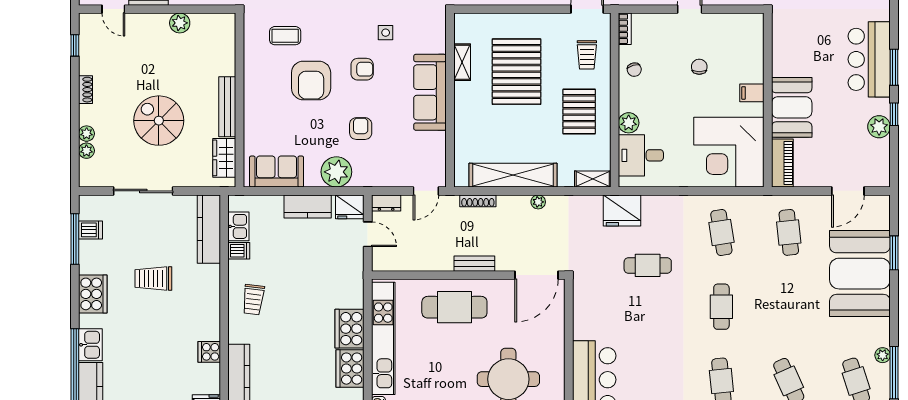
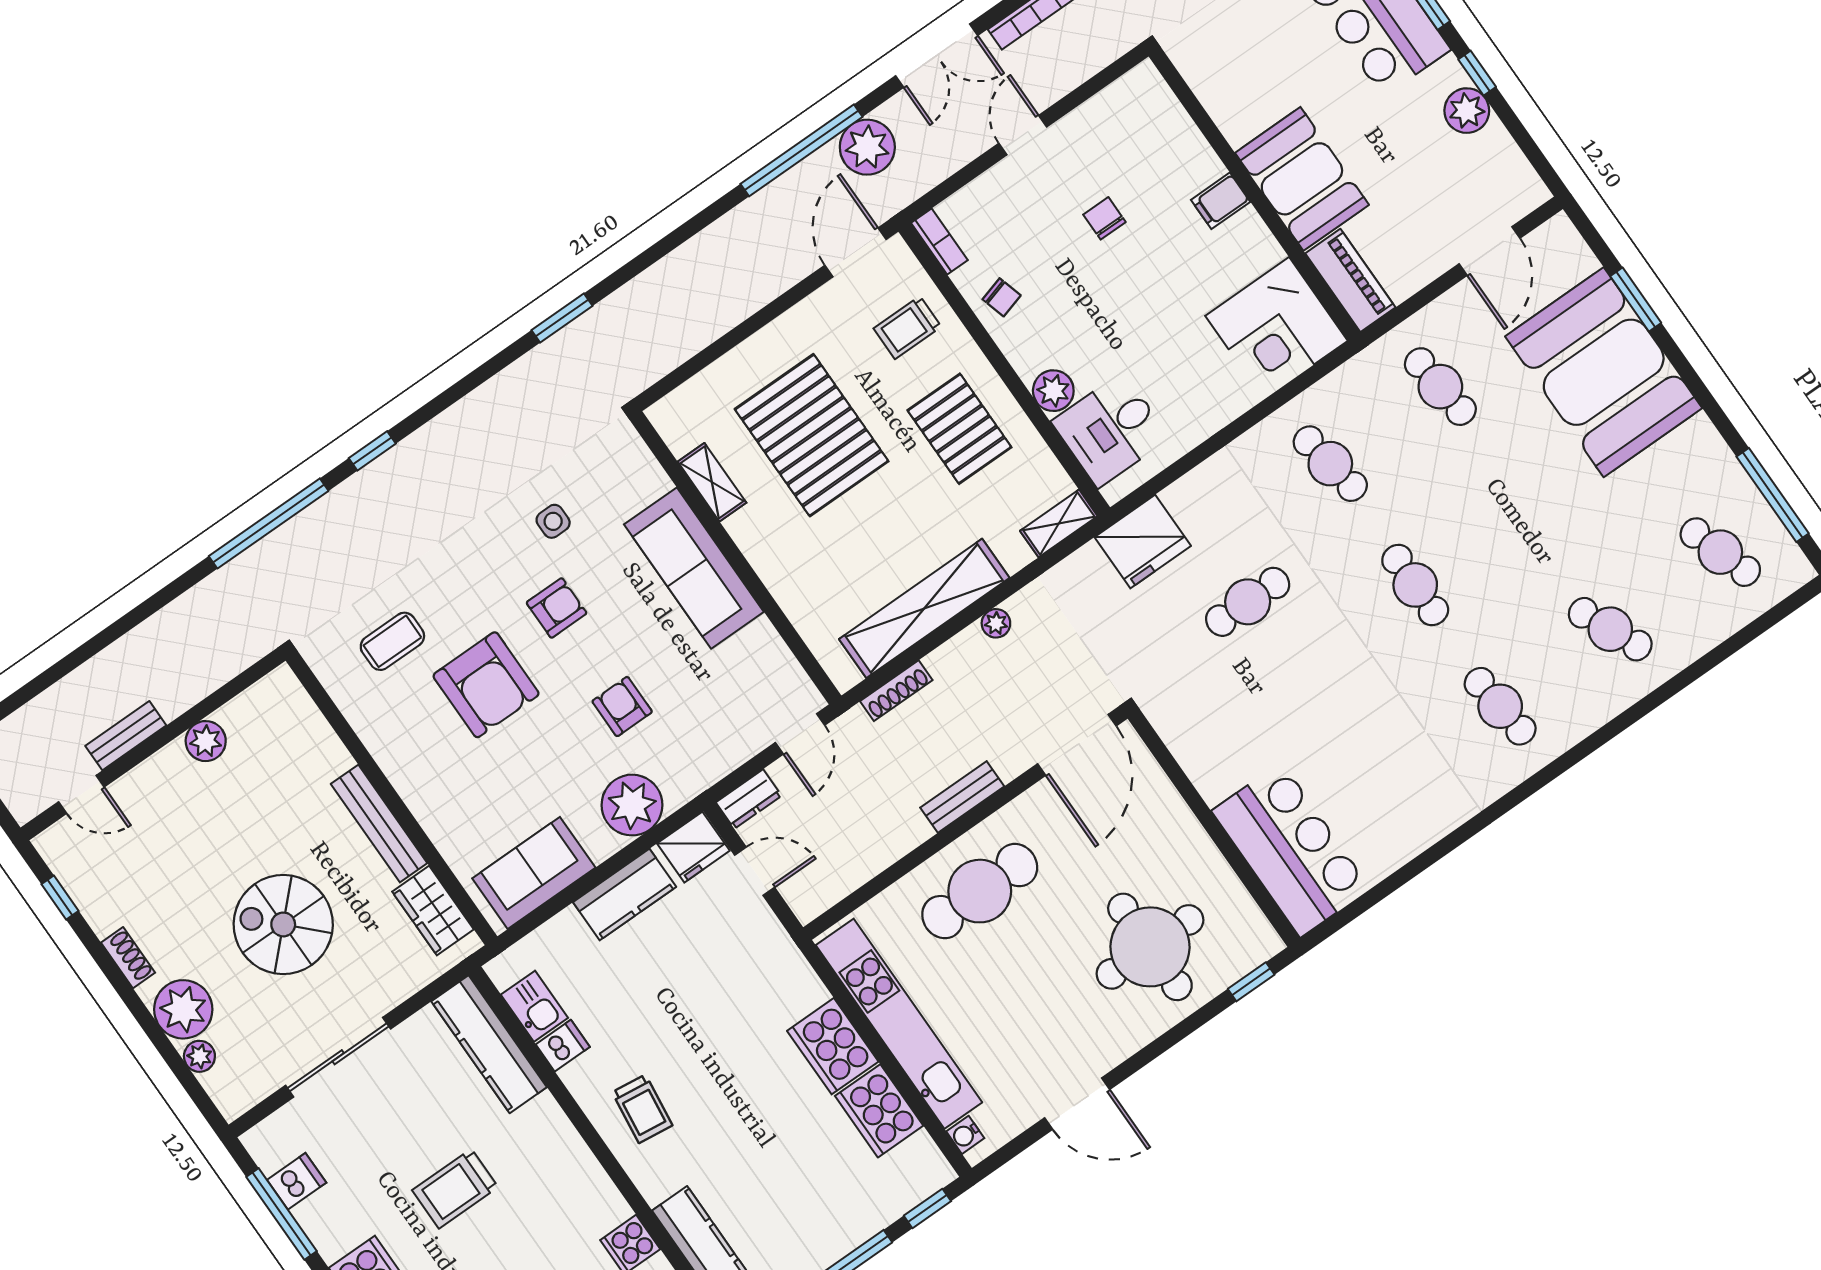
trolley: (587, 55) -> (907, 328), turned 90
plant: (87, 134) -> (183, 1009), width x1.87, depth x1.87
corner desk: (729, 152) -> (1276, 328), width x0.74, depth x0.74
plant: (883, 355) -> (1734, 480), removed

